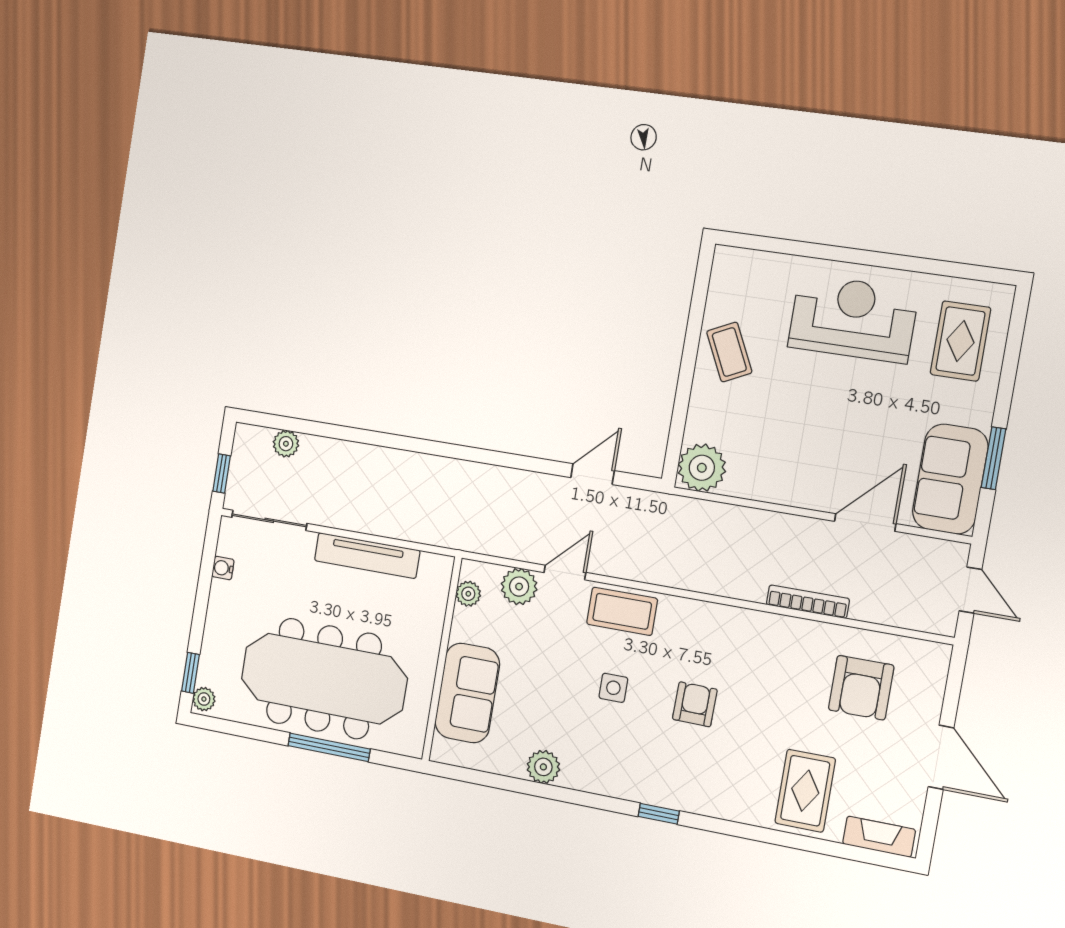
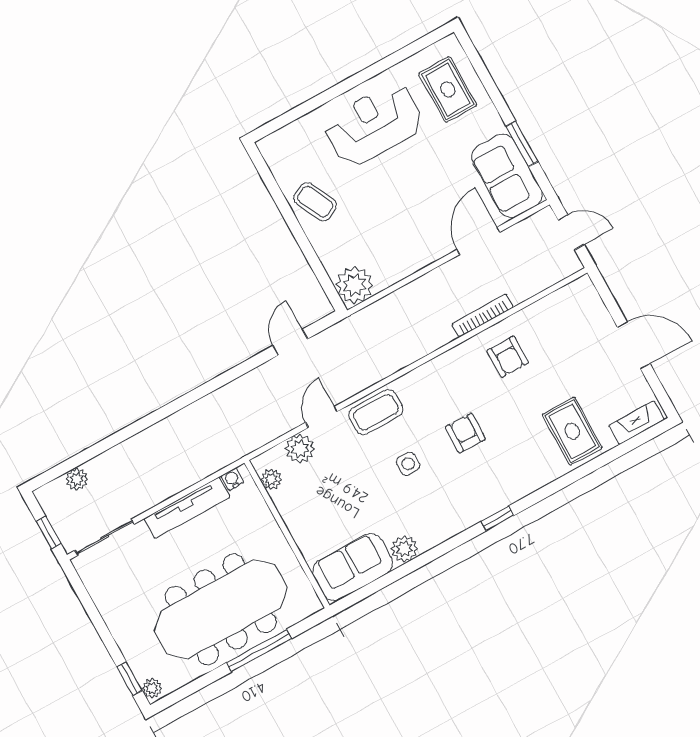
water cooler: (223, 568) -> (232, 479), moved, turned 90
armchair: (861, 688) -> (508, 357), moved, width x0.72, depth x0.72
sofa: (467, 693) -> (353, 567), moved, turned -90

